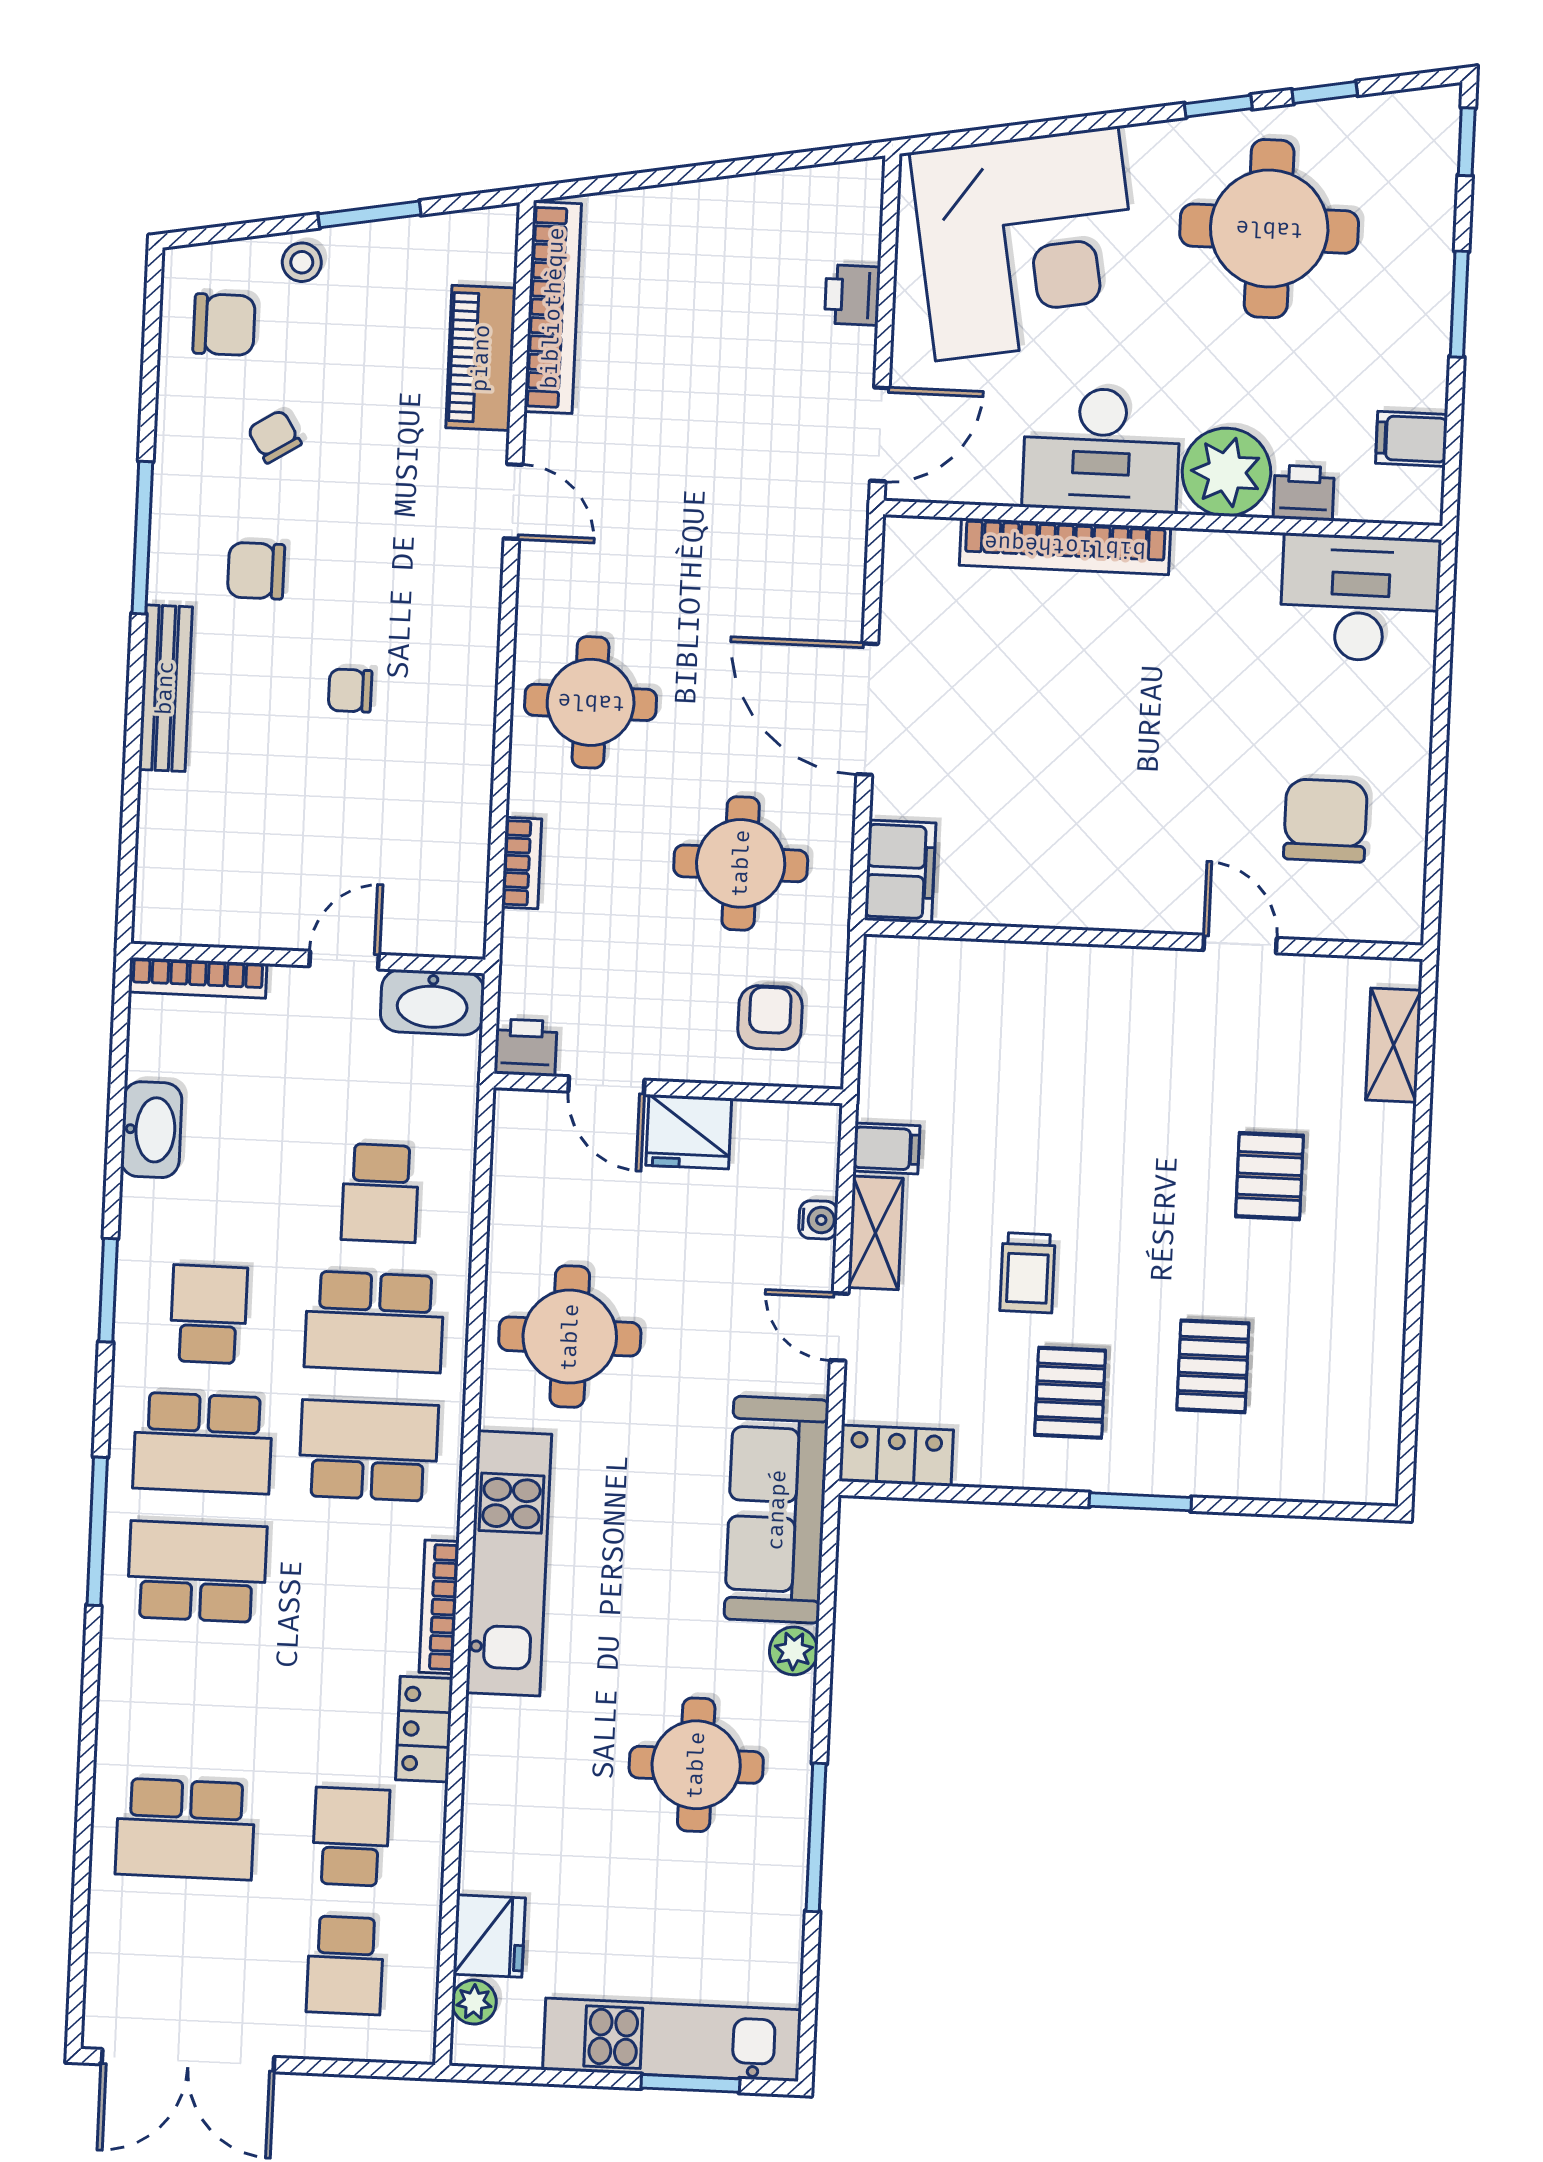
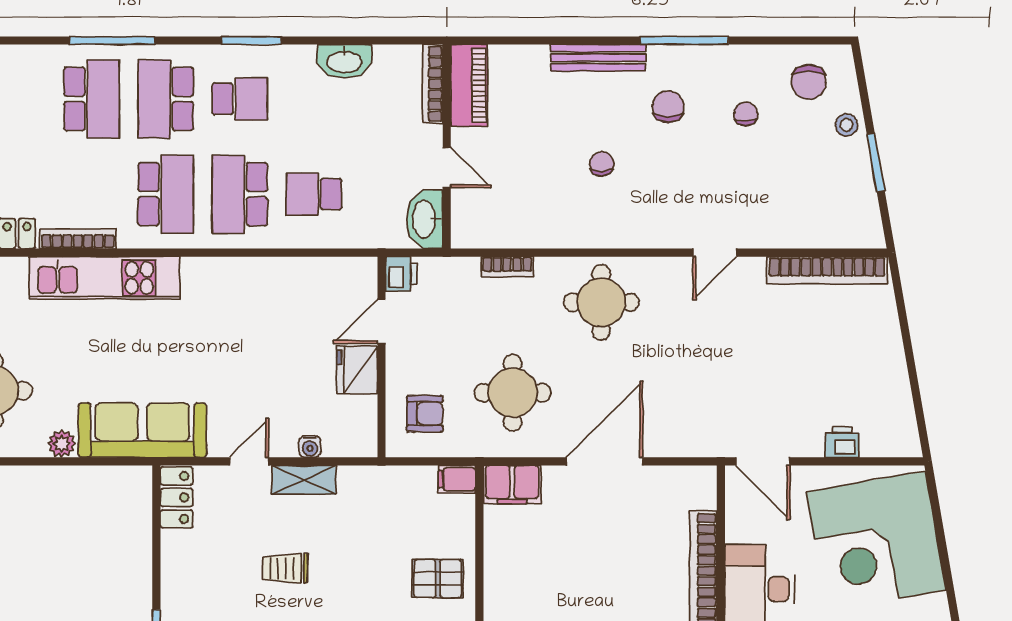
piano: (481, 358) -> (469, 85), moved, turned 90
chair: (274, 436) -> (746, 114), turned -58
filing cabinet: (886, 1148) -> (457, 479), moved, turned 90
round table: (570, 1337) -> (236, 307), removed
pallet: (1070, 1393) -> (438, 579), moved

